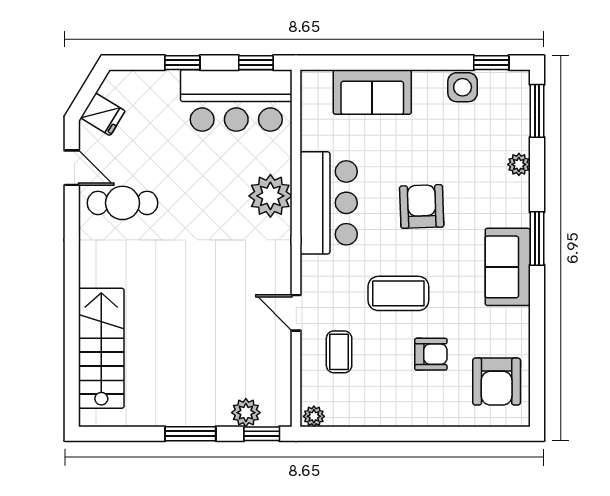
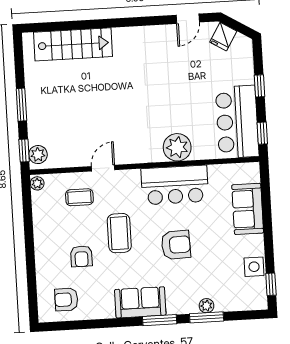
window: (537, 111) -> (207, 317), moved
cafe table: (123, 203) -> (167, 53), removed
armchair: (497, 381) -> (66, 300), width x0.72, depth x0.72
plant: (246, 413) -> (38, 155), moved

